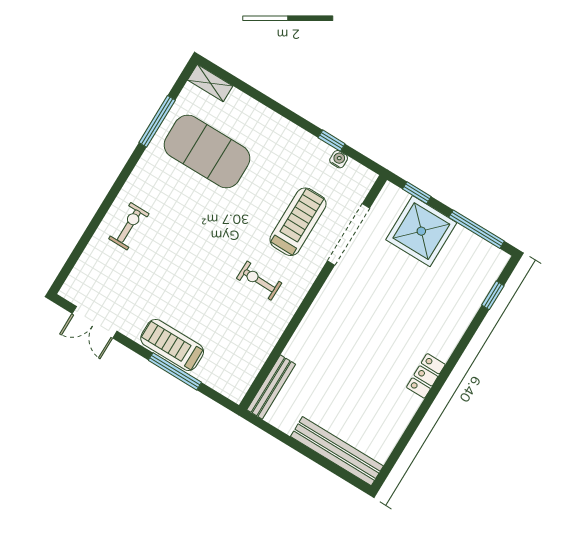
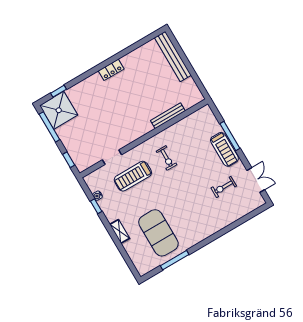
shelving: (210, 83) -> (120, 231), moved
exercise bike: (129, 226) -> (224, 187), moved
shower: (421, 231) -> (59, 110), moved
doorway: (349, 234) -> (112, 157), width x0.53
bench: (271, 387) -> (168, 116), moved

